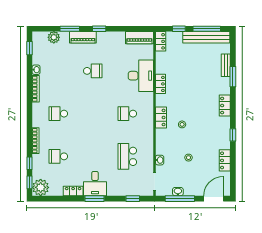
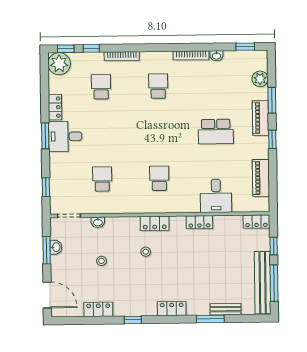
piano: (139, 38) -> (261, 178), moved
school desk: (93, 71) -> (216, 132), width x1.85
desk: (141, 76) -> (216, 196), width x0.73
school desk: (127, 156) -> (102, 179), width x0.54
window: (180, 199) -> (47, 250), width x0.69

